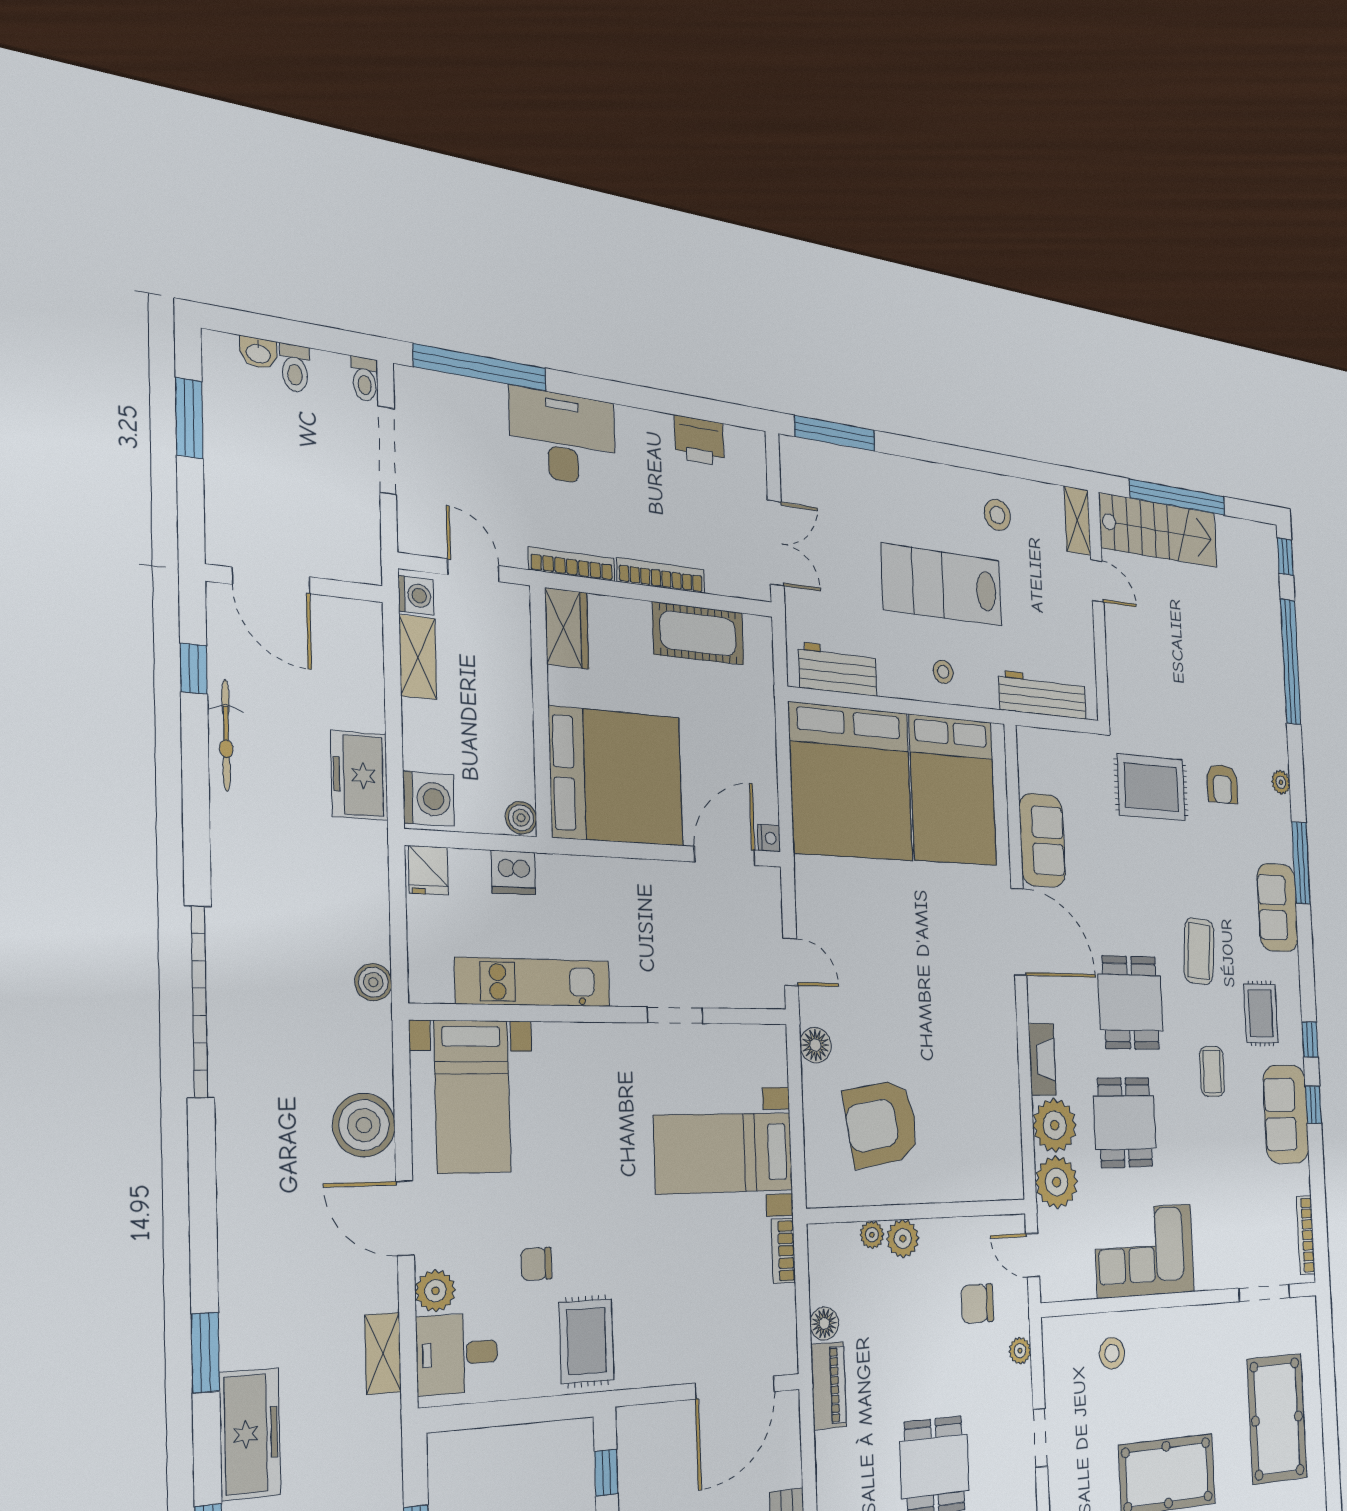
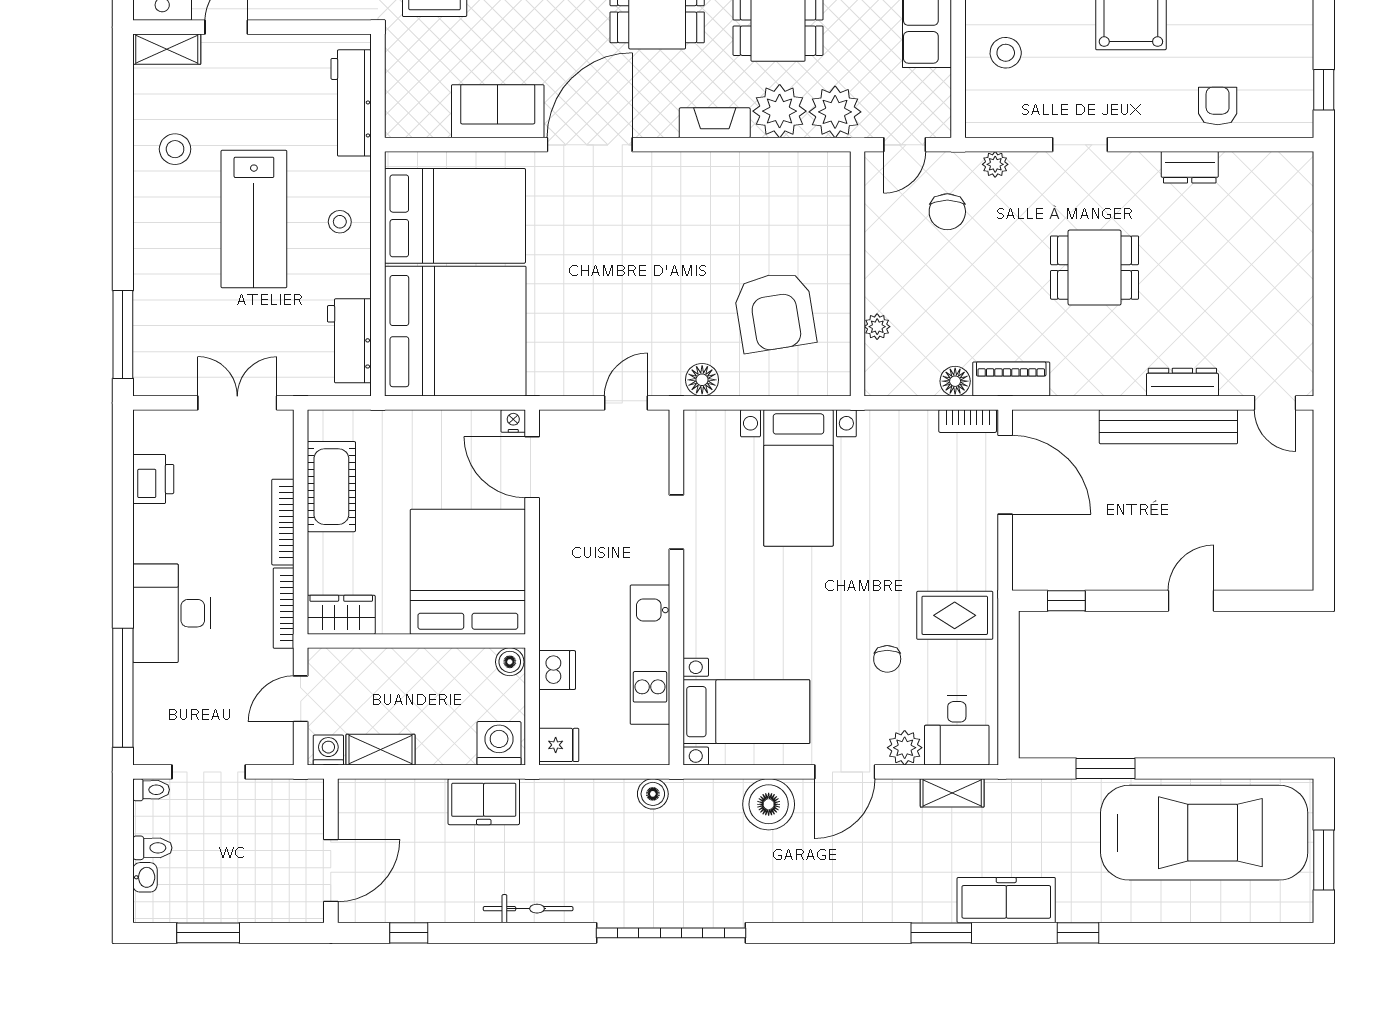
bicycle: (226, 735) -> (528, 909), moved
plant: (903, 1239) -> (882, 293), removed
bookcase: (783, 1251) -> (968, 421), moved

